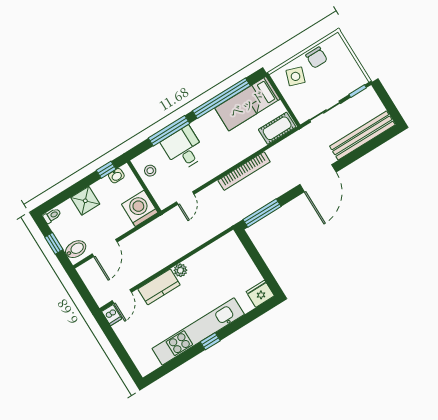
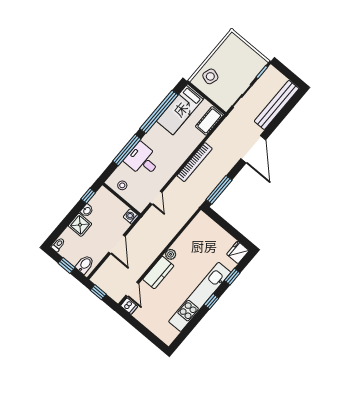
chair: (317, 58) -> (222, 57), removed
washbasin: (116, 176) -> (87, 211), moved
washing machine: (140, 208) -> (131, 216), width x0.53, depth x0.53
door: (105, 248) -> (117, 244), moved
window: (81, 287) -> (98, 292), added
window: (244, 320) -> (232, 277), added

